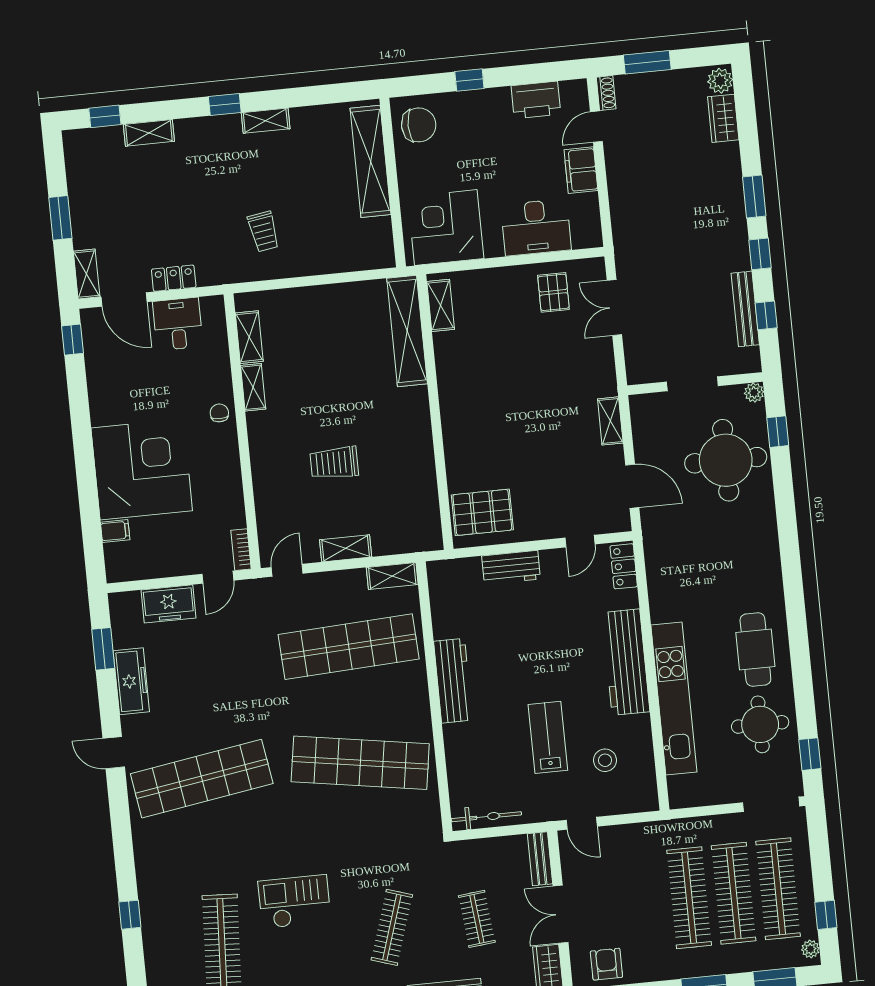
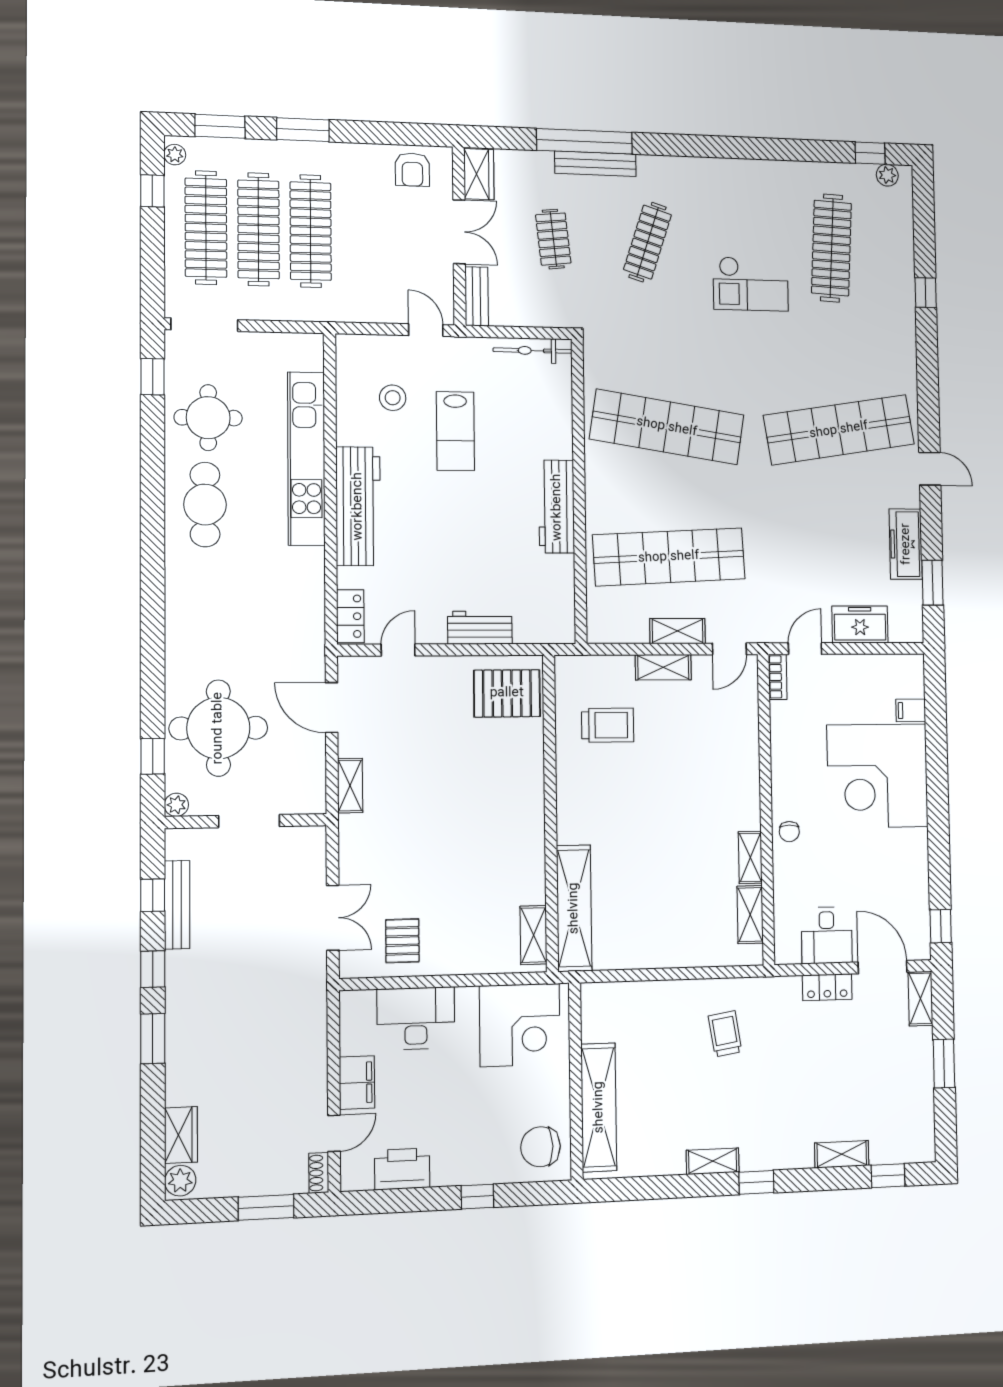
trolley: (334, 463) -> (608, 725), moved
shelving: (392, 576) -> (678, 631), moved

